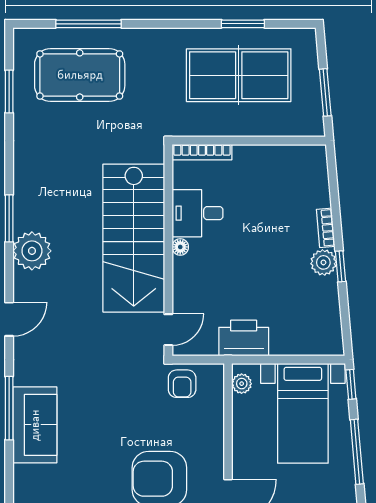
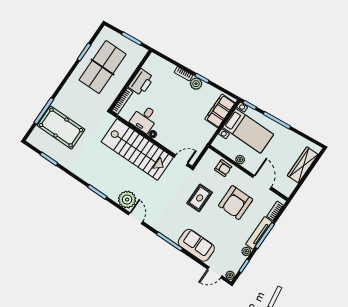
pool table: (80, 75) -> (61, 128), turned 90
plant: (32, 251) -> (127, 200), moved
door: (168, 330) -> (181, 160), hinge flipped
printer: (244, 338) -> (141, 82), moved, turned 180
filing cabinet: (304, 339) -> (220, 111), added
armchair: (182, 384) -> (223, 168), moved
plant: (242, 384) -> (240, 160), moved
rug: (124, 409) -> (200, 198), added
sofa: (35, 425) -> (196, 245), moved

